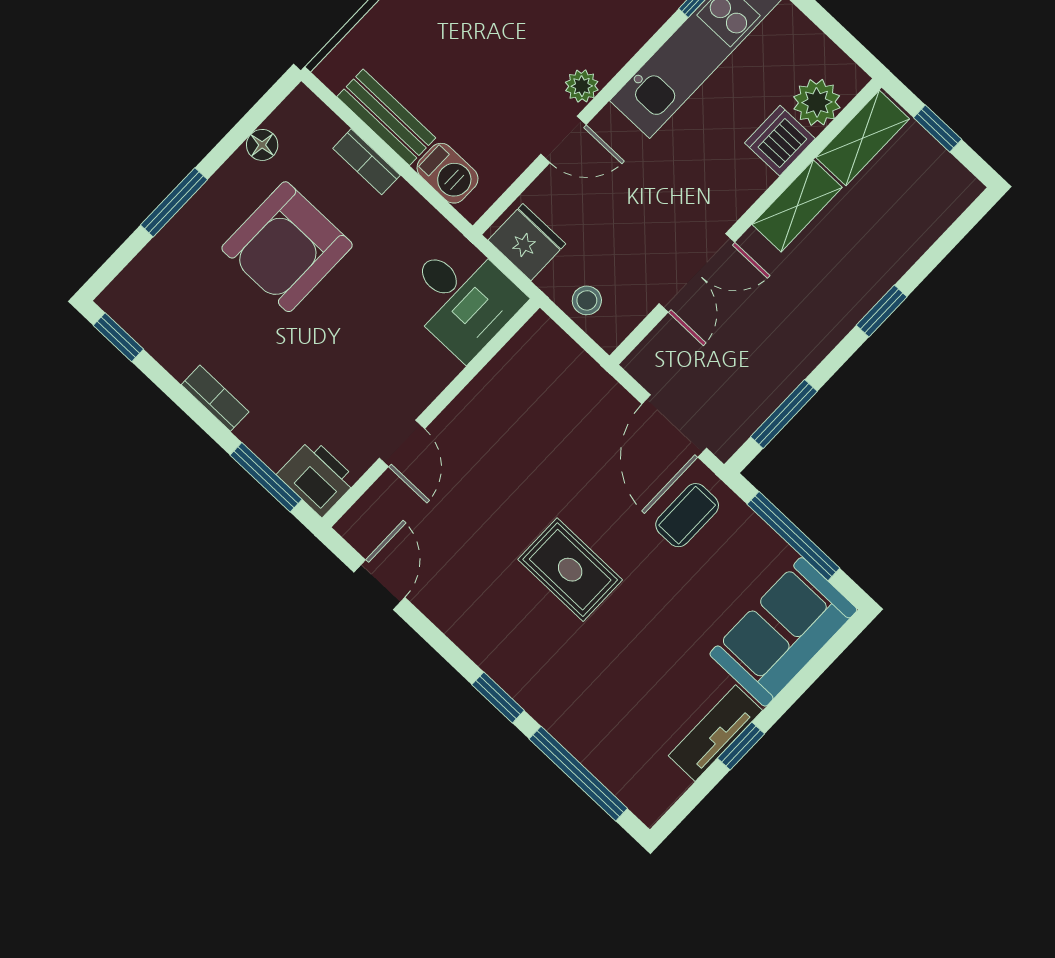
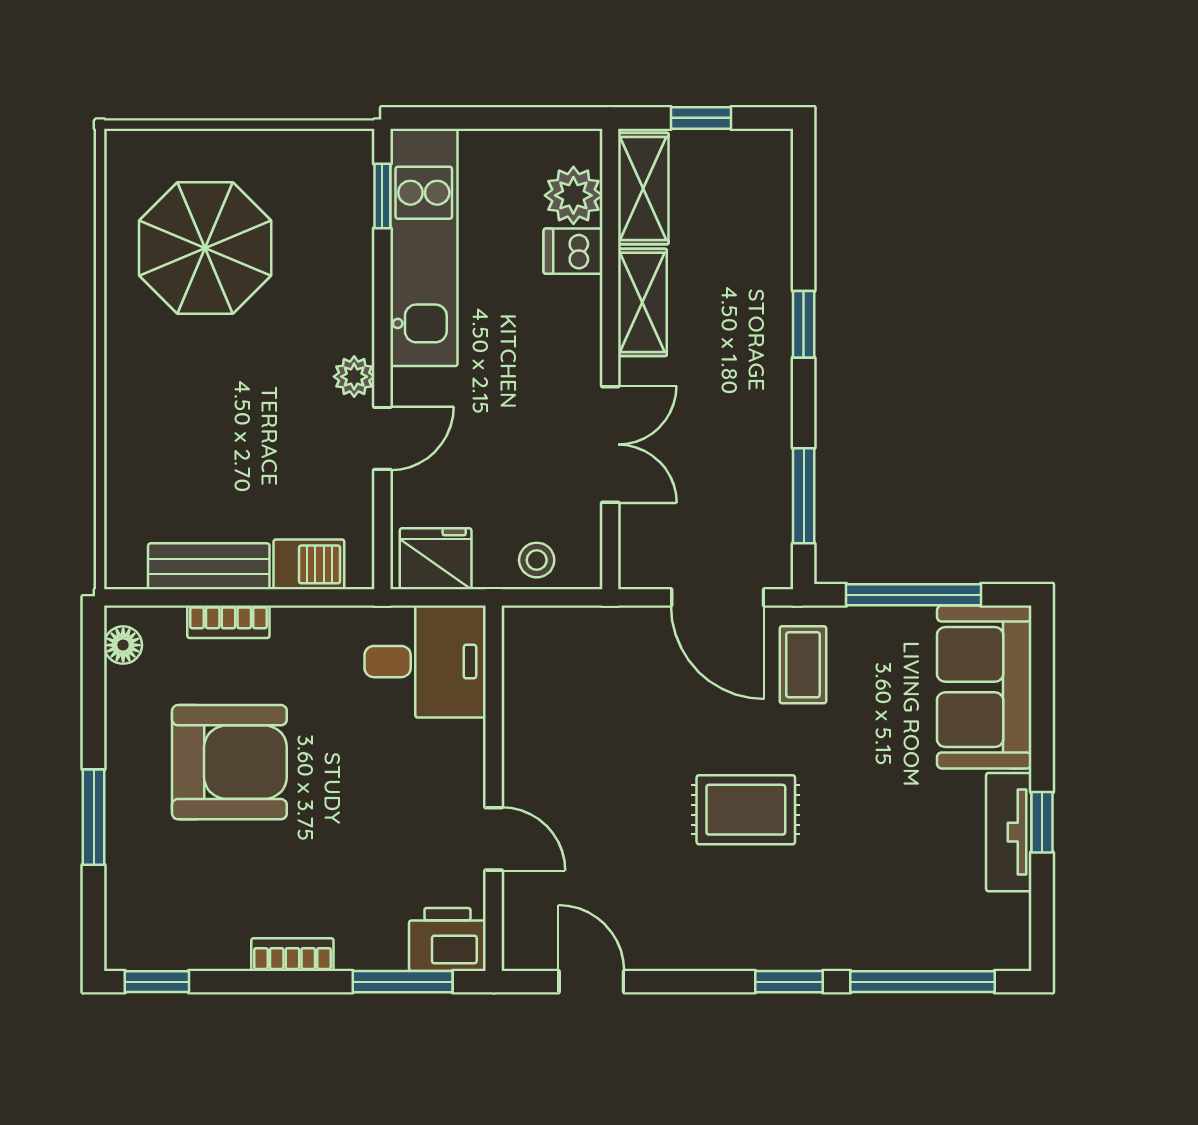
dishwasher: (780, 141) -> (573, 251), width x0.73
floor lamp: (262, 145) -> (123, 645), moved
armchair: (287, 247) -> (229, 762), turned -90

